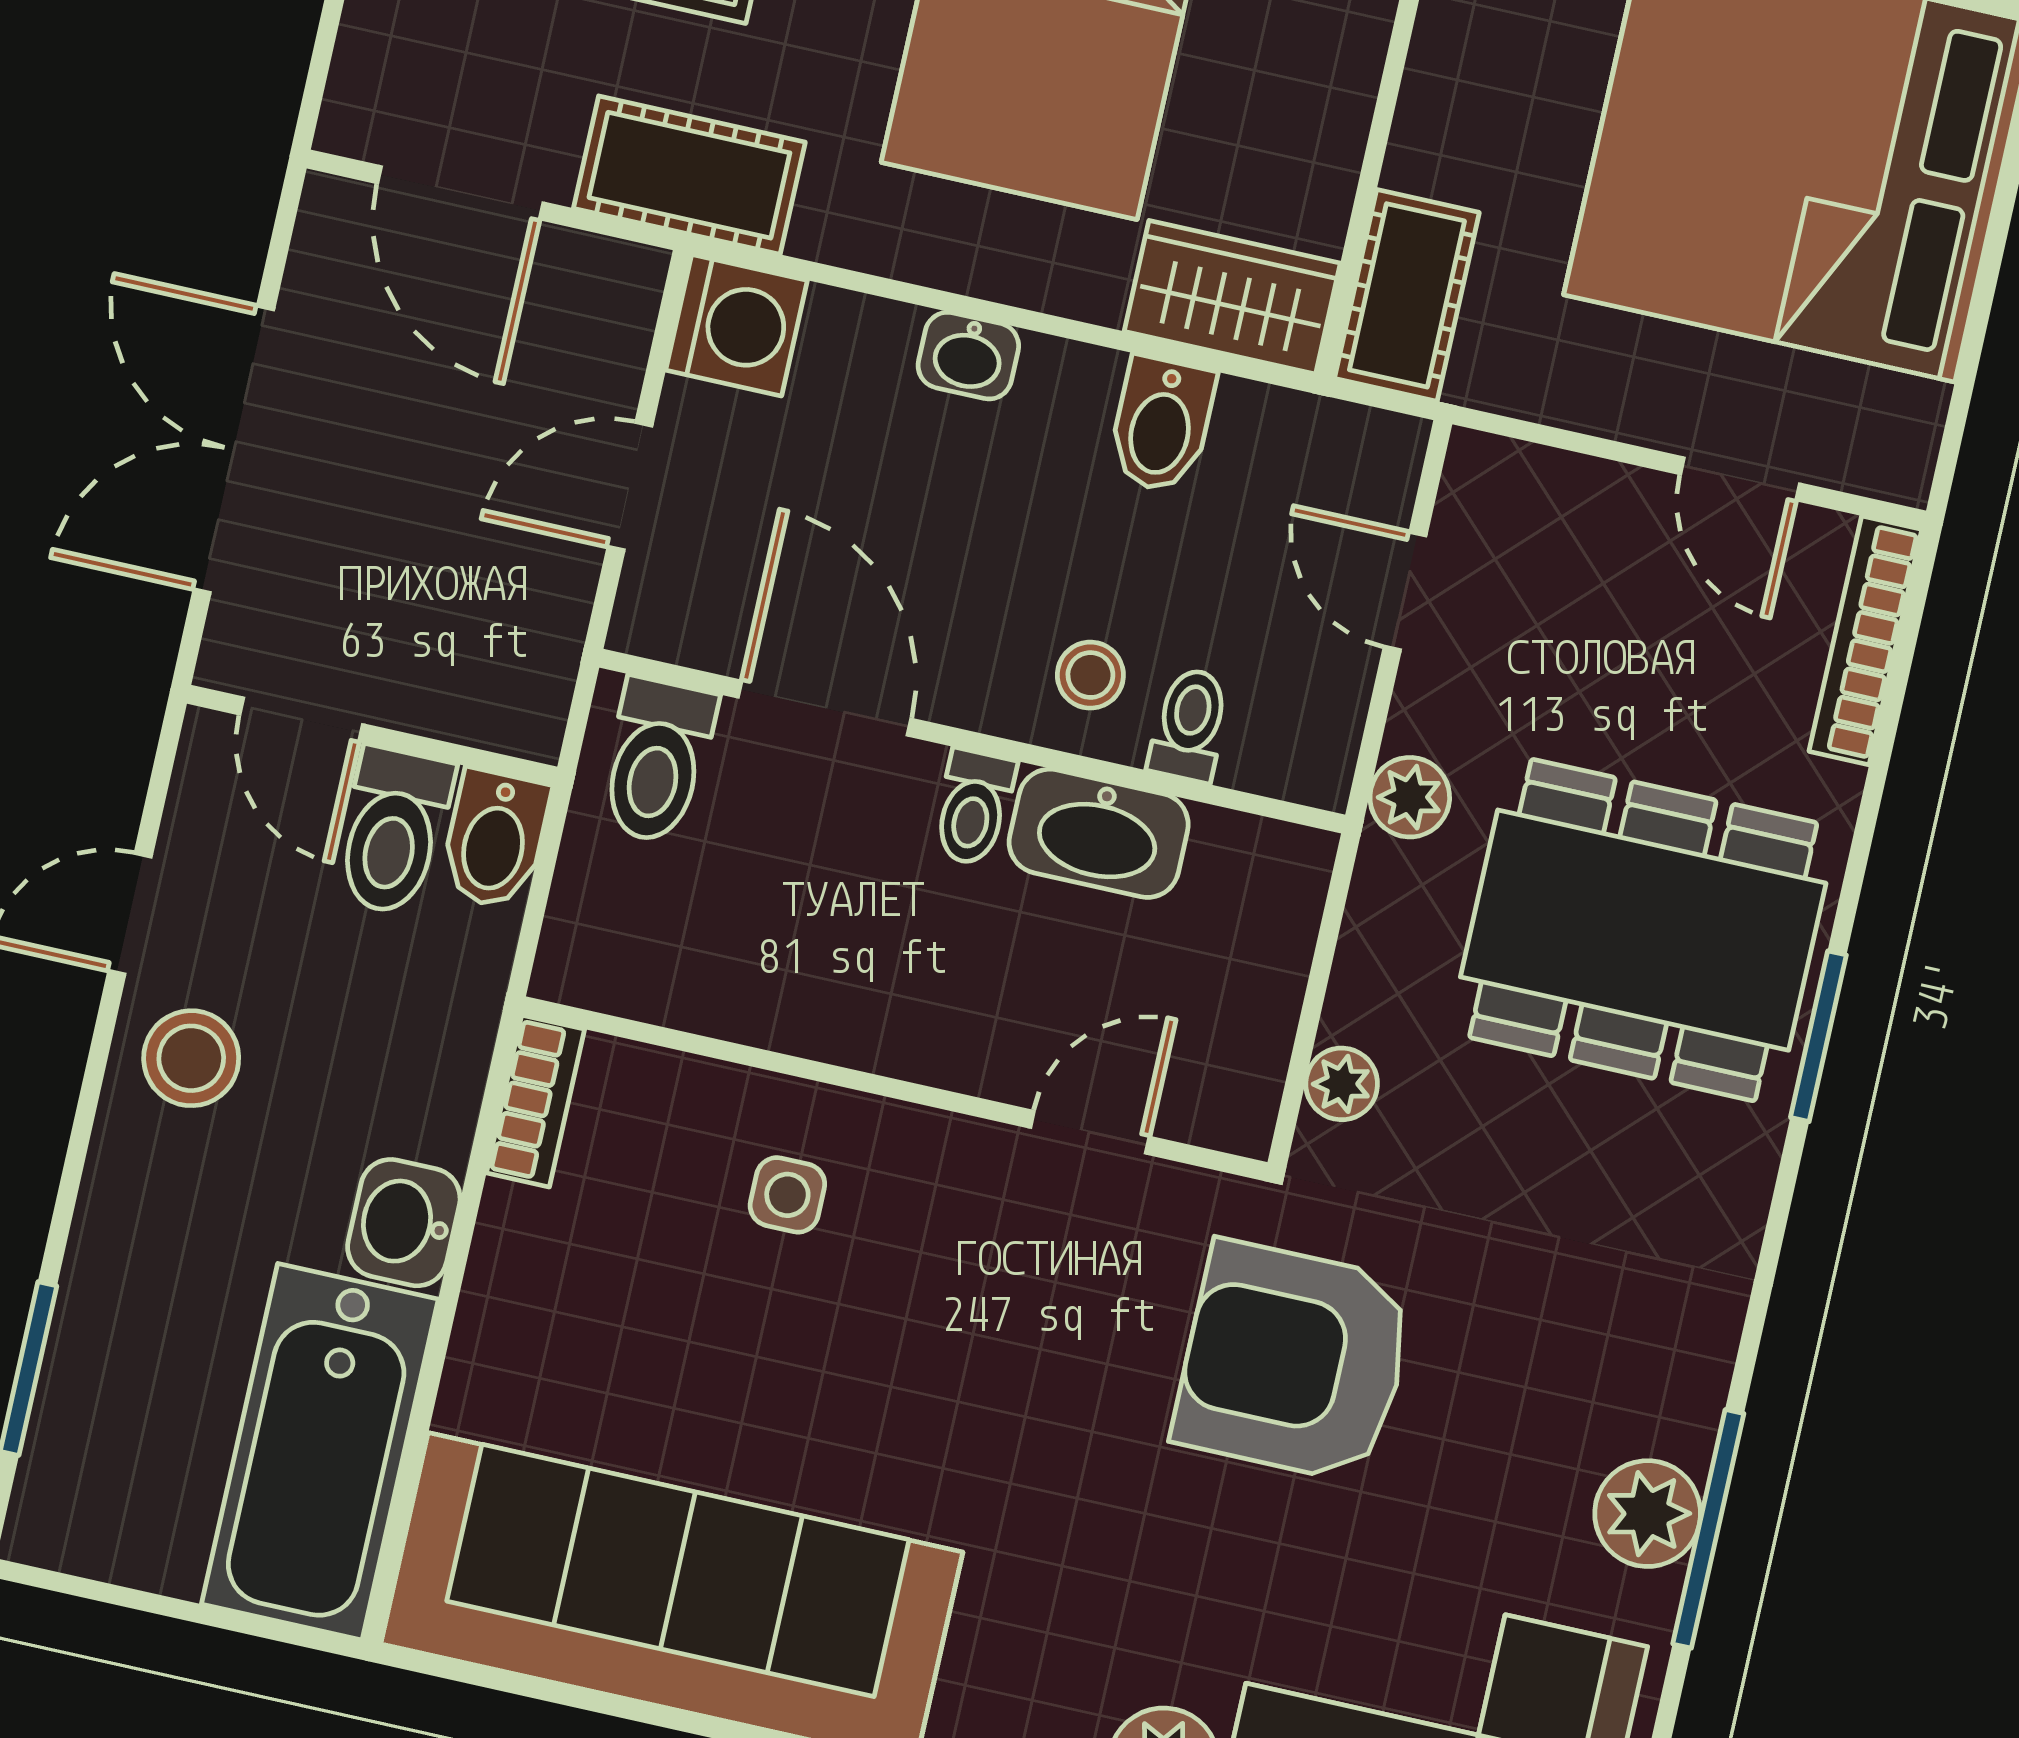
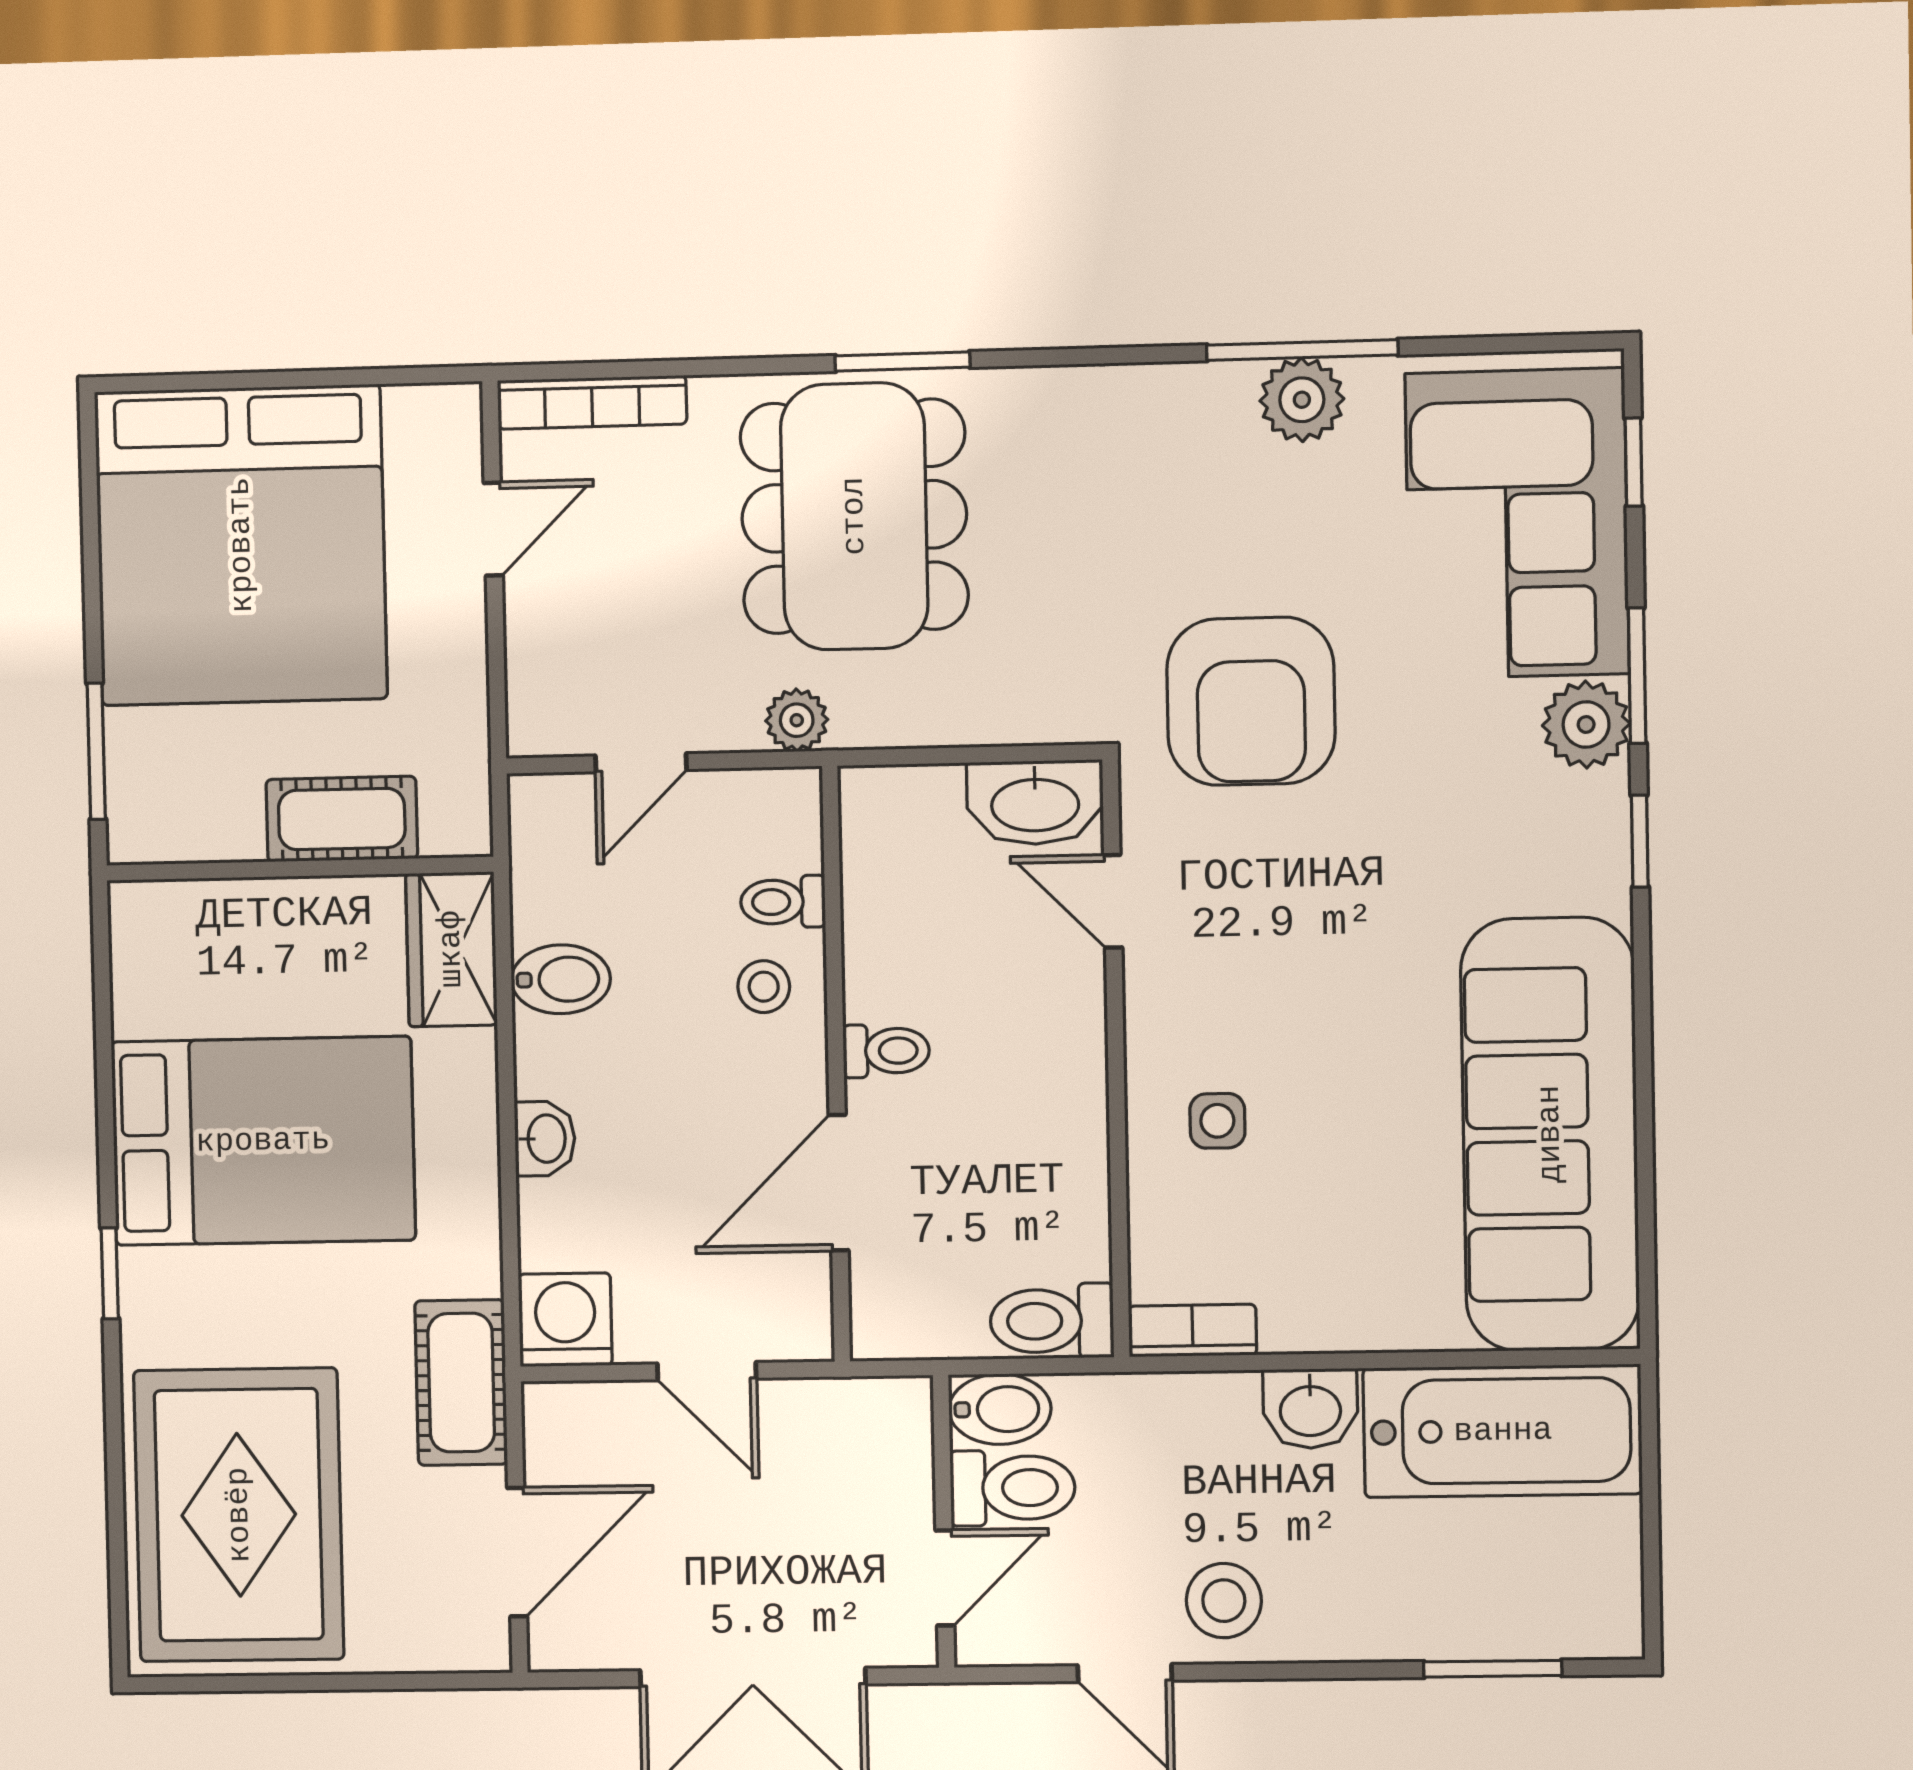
cot: (1407, 295) -> (342, 819), moved
toilet: (657, 761) -> (1052, 1321), moved, turned 180
washbasin: (1099, 833) -> (1035, 803), moved, turned 90
plant: (1342, 1084) -> (1029, 718), removed

